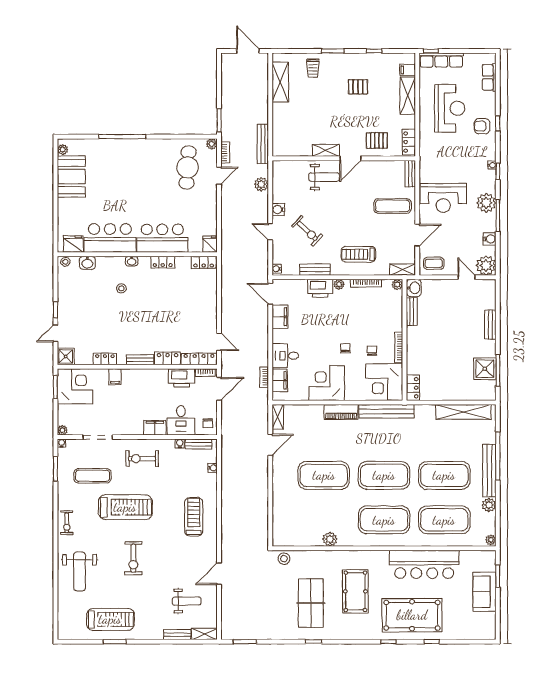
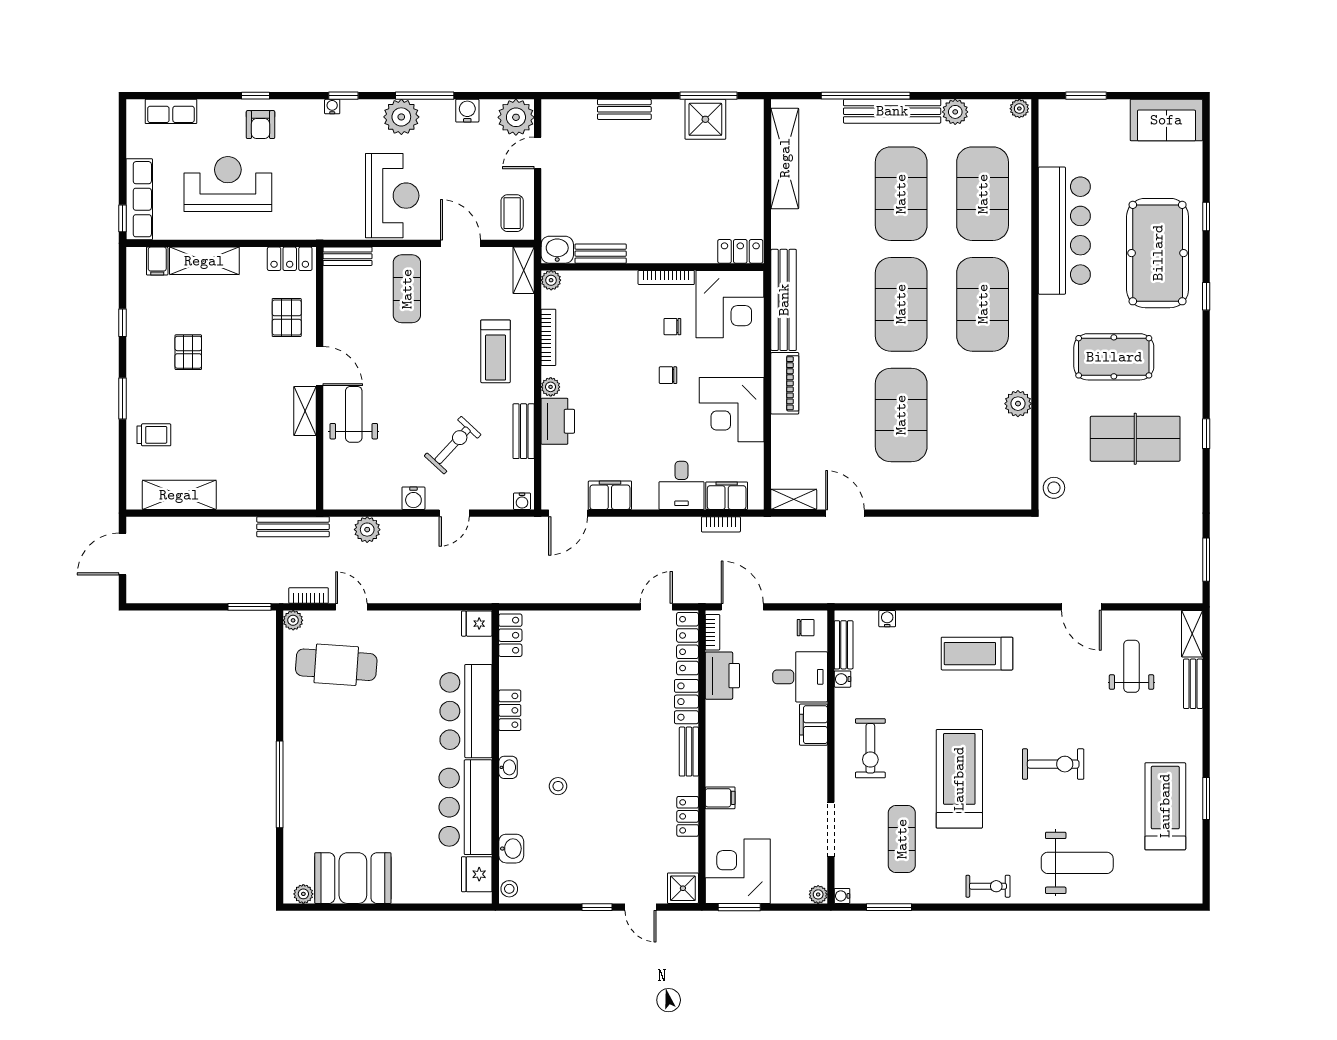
sofa: (485, 592) -> (1166, 120), moved

